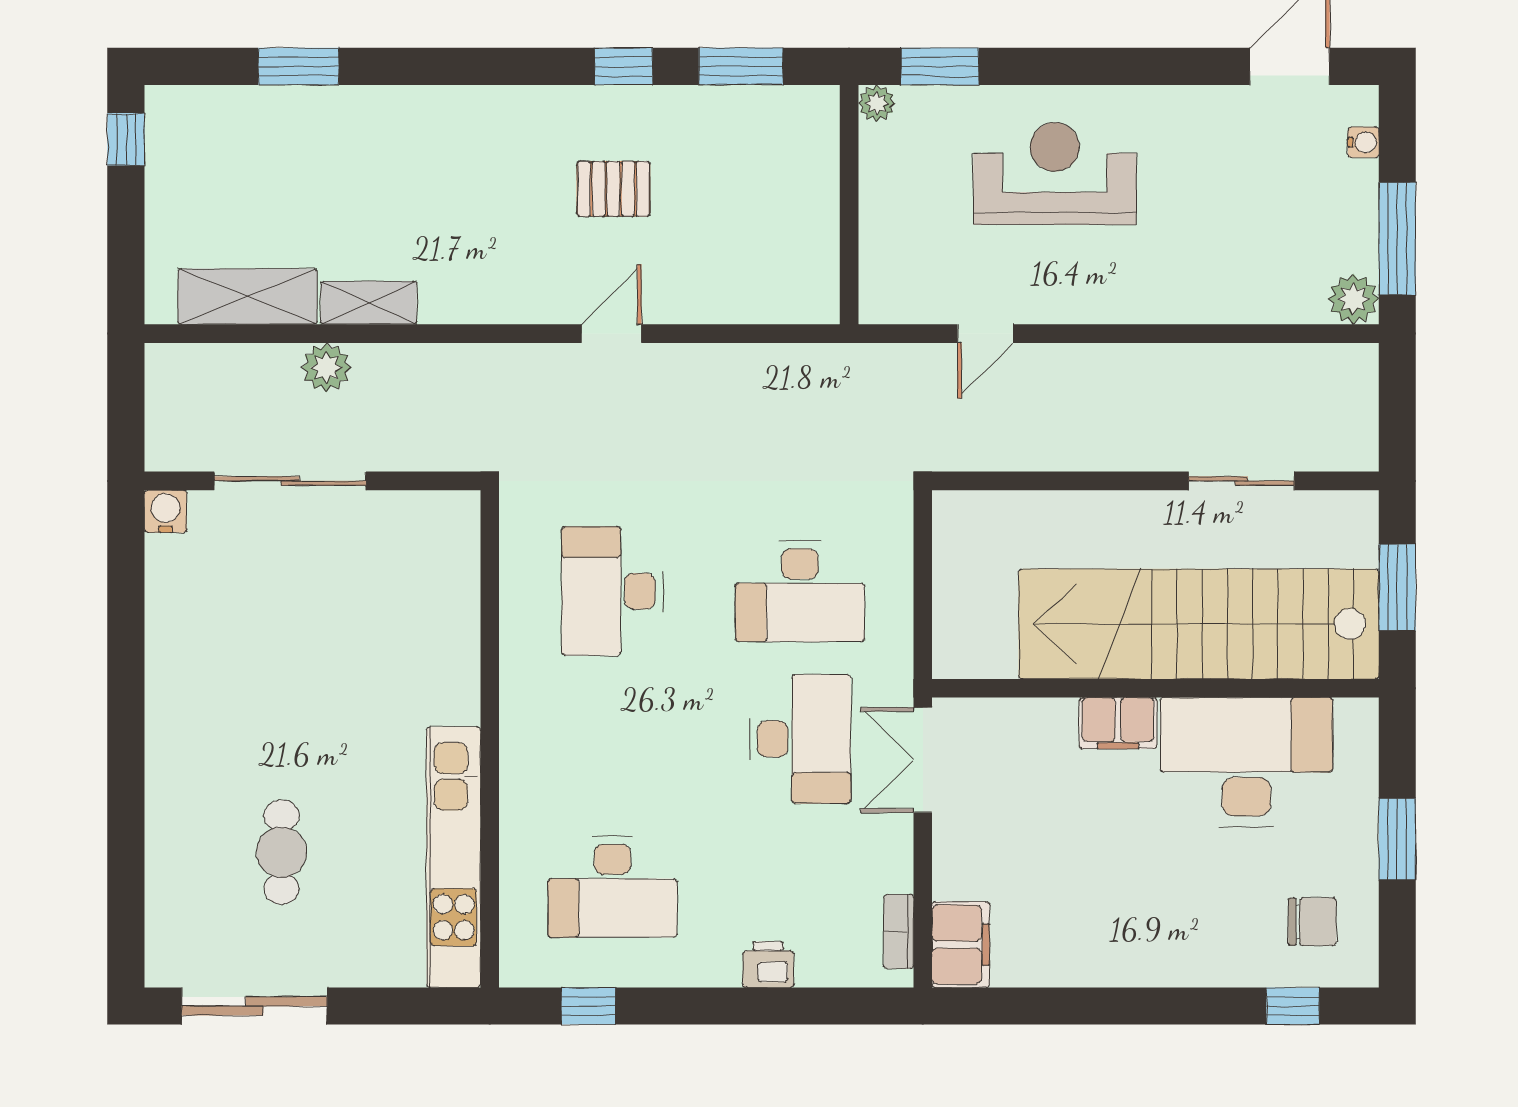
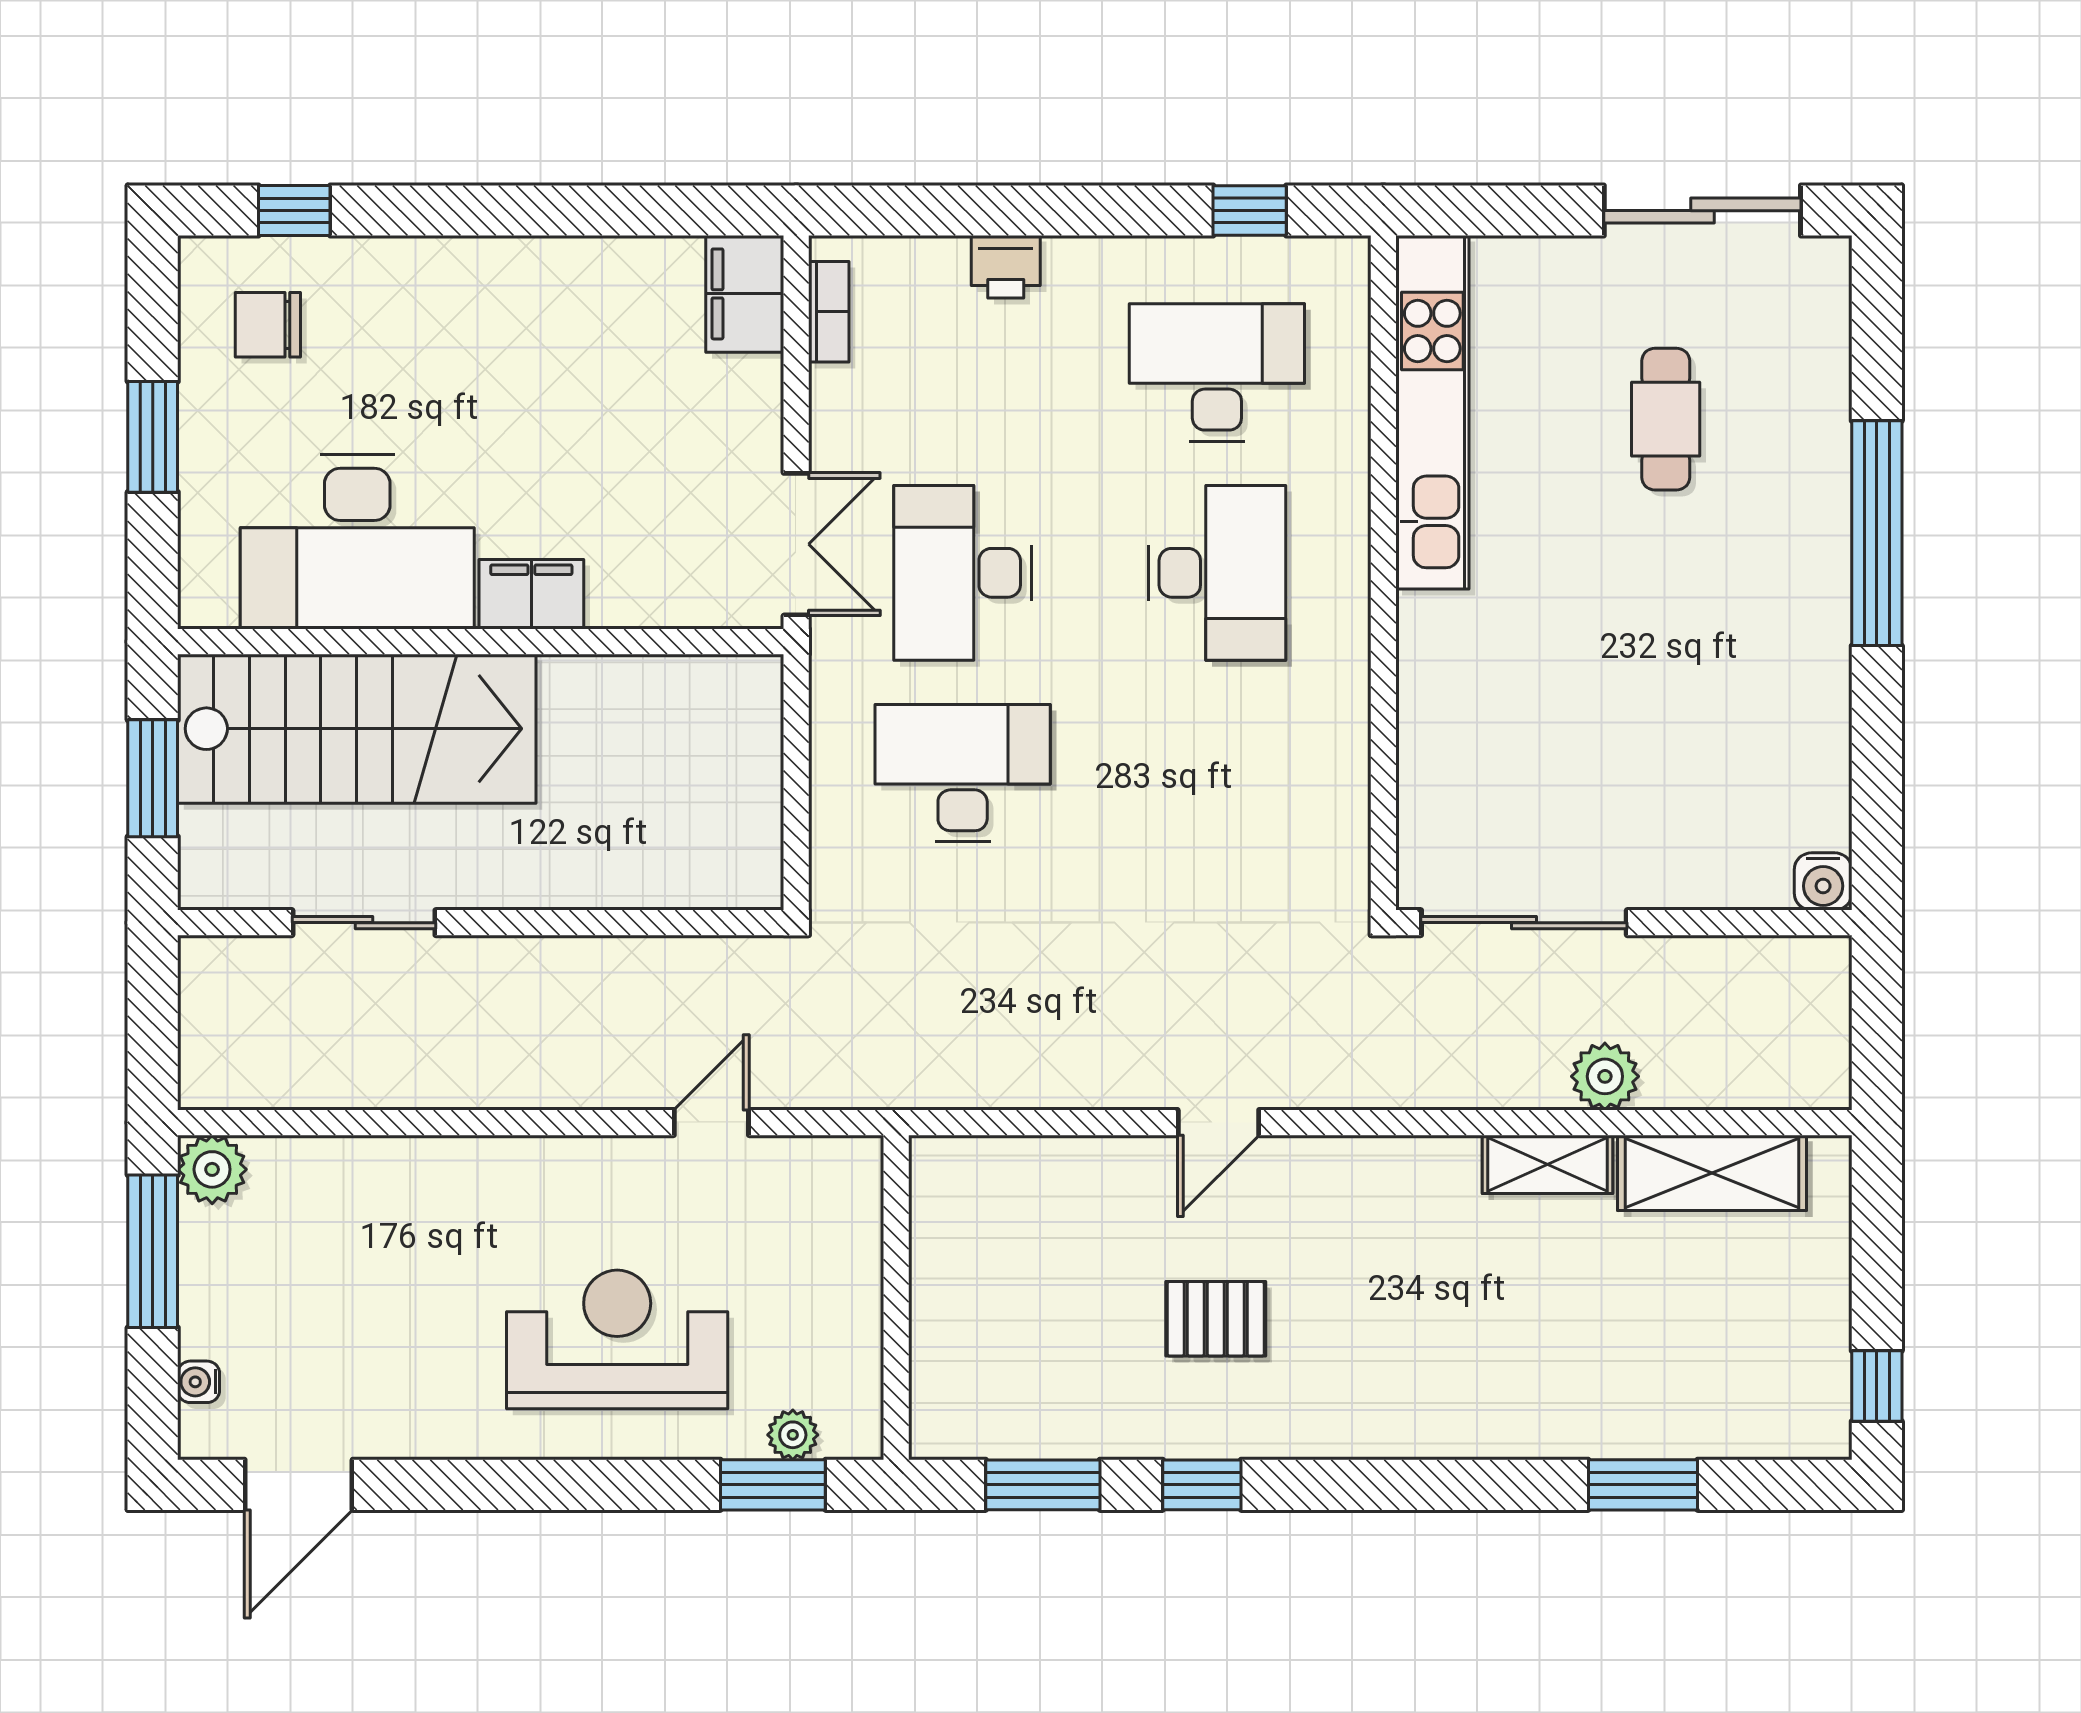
plant: (877, 103) -> (793, 1435), moved
reception desk: (1055, 174) -> (617, 1339), turned 180
sliding door: (290, 481) -> (1524, 923), moved
desk: (613, 591) -> (1217, 573), moved
stairs: (1199, 624) -> (357, 729), width x0.73
window: (126, 768) -> (1877, 533), added

